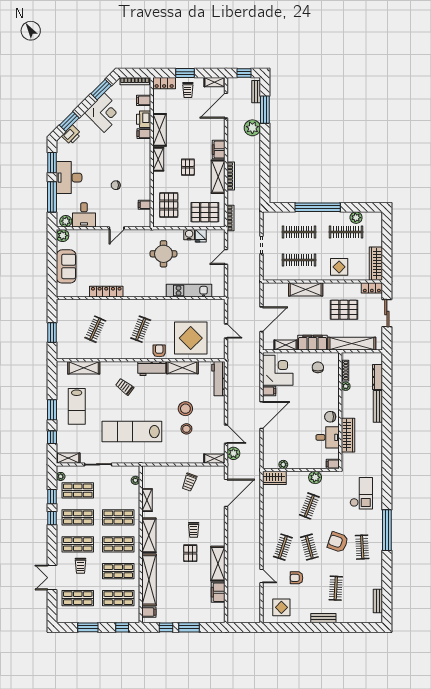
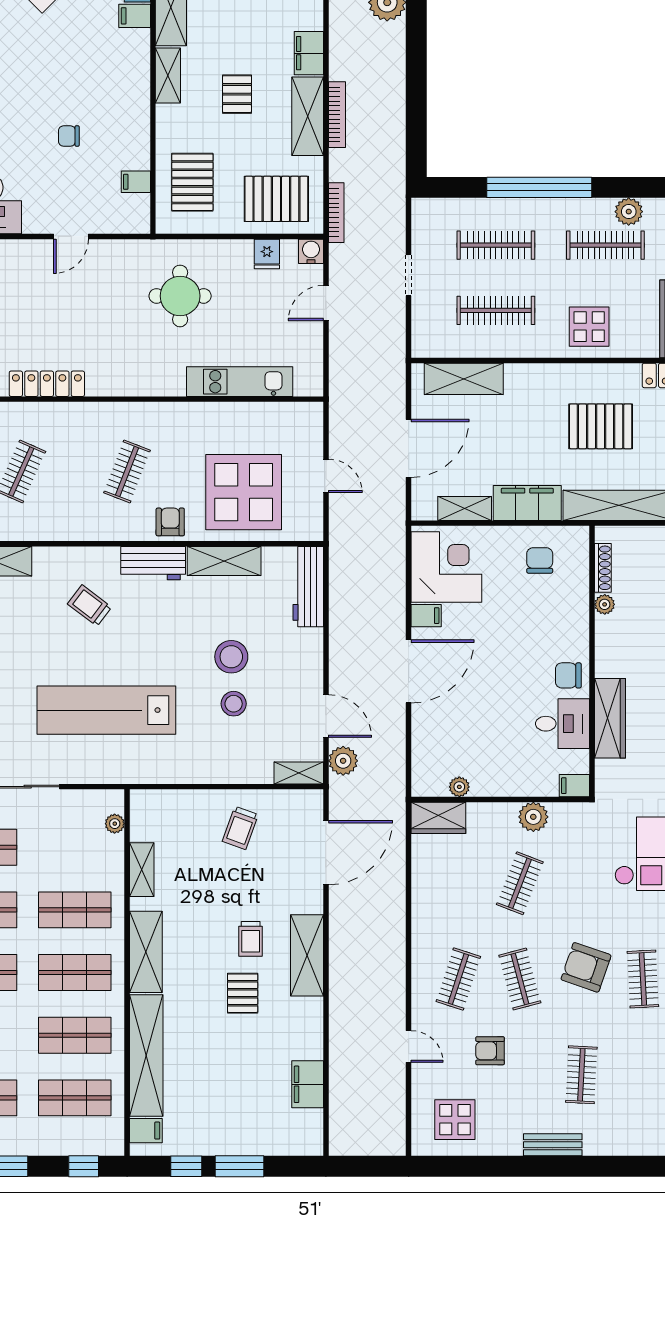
water cooler: (189, 235) -> (311, 251), moved
shelving: (306, 289) -> (464, 379), moved
shelving: (218, 564) -> (307, 955), moved

